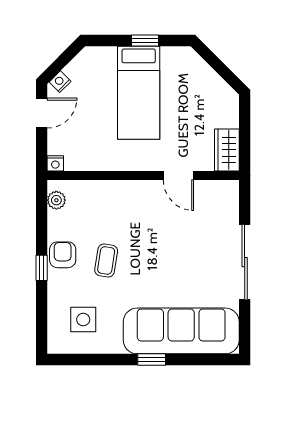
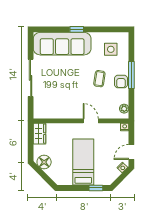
window: (145, 41) -> (96, 188), moved
floor lamp: (217, 93) -> (44, 162), added
door: (178, 175) -> (91, 121), moved
window: (42, 268) -> (131, 75), width x2.17

